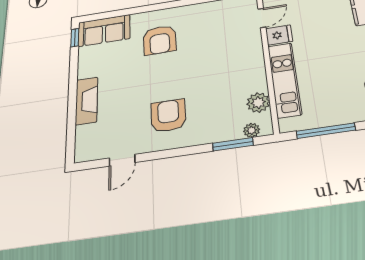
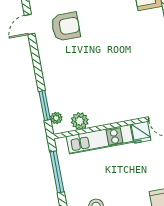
armchair: (160, 40) -> (137, 36), removed
armchair: (168, 116) -> (66, 27), moved
door: (122, 160) -> (30, 24), hinge flipped

